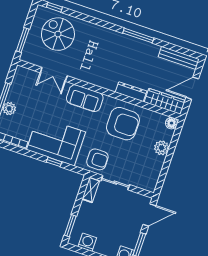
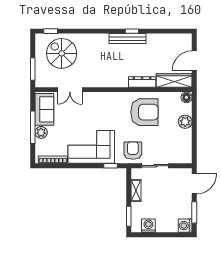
window: (138, 36) -> (132, 31), width x0.46
bench: (179, 58) -> (127, 39), moved
sofa: (85, 98) -> (44, 109), moved, turned -90
armchair: (97, 159) -> (133, 151), turned -90
window: (54, 162) -> (110, 166), moved
shelving: (91, 190) -> (136, 191), moved

